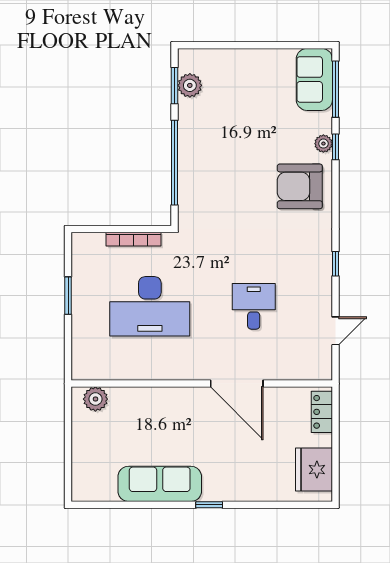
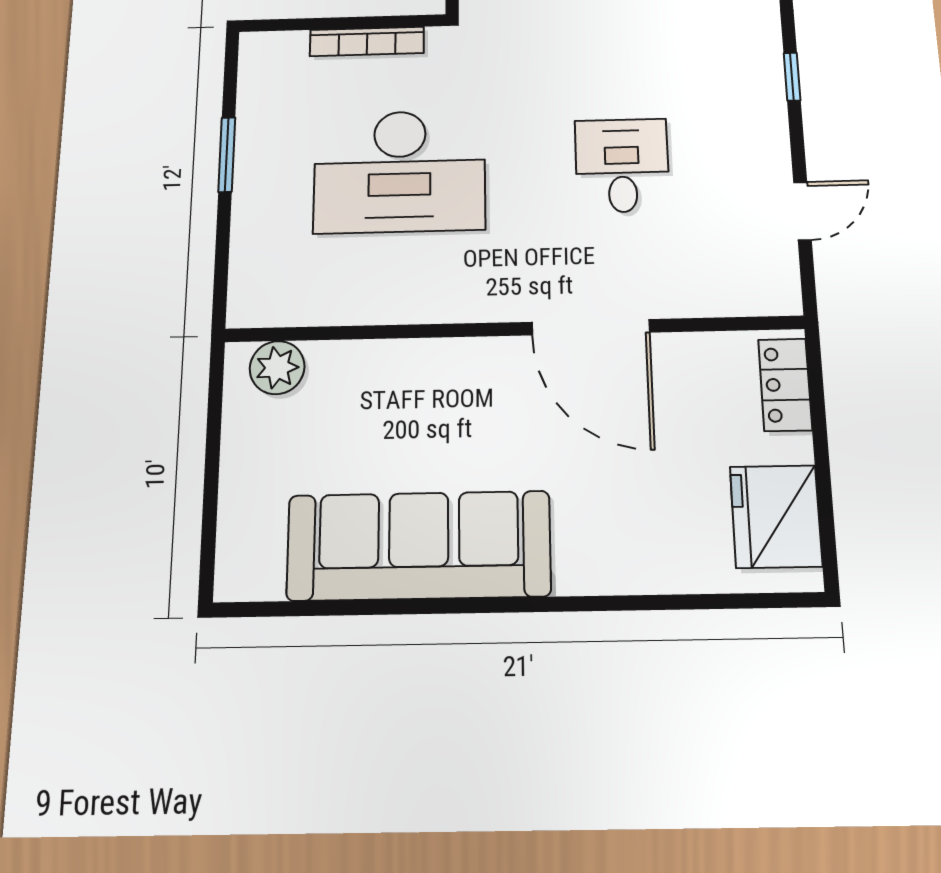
sofa: (160, 484) -> (419, 546), width x1.36, depth x1.27
window: (209, 505) -> (534, 605), removed

